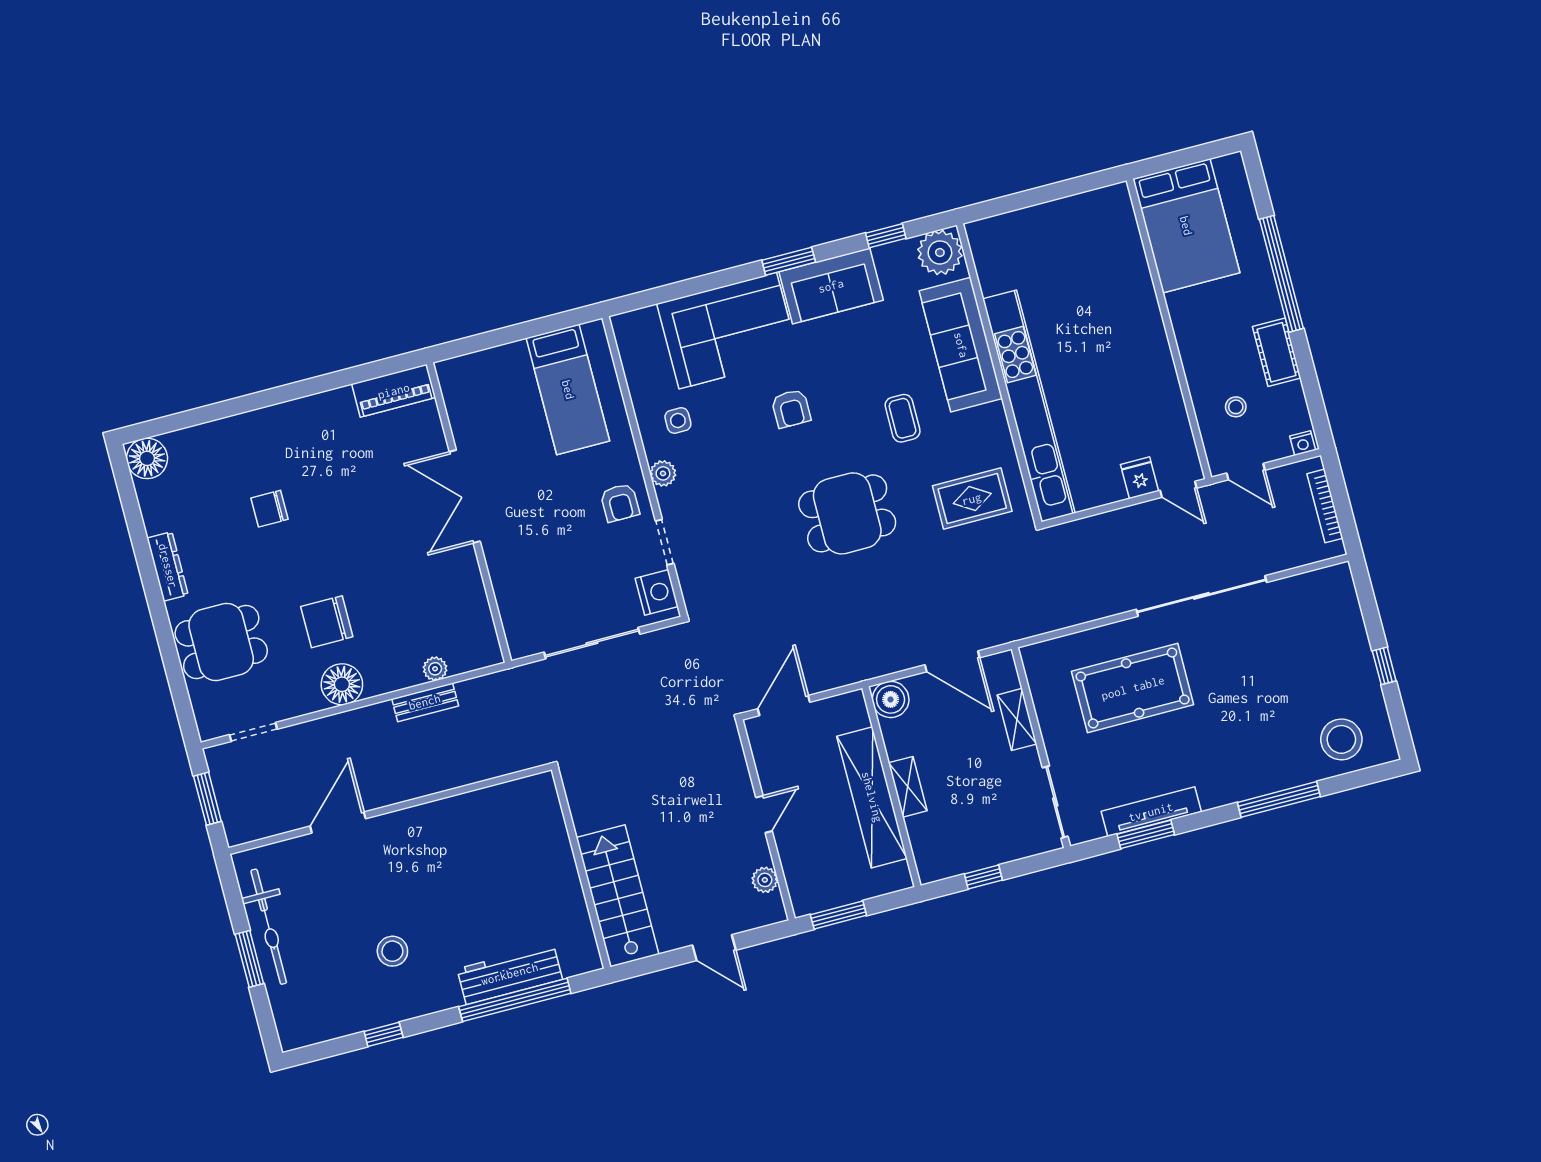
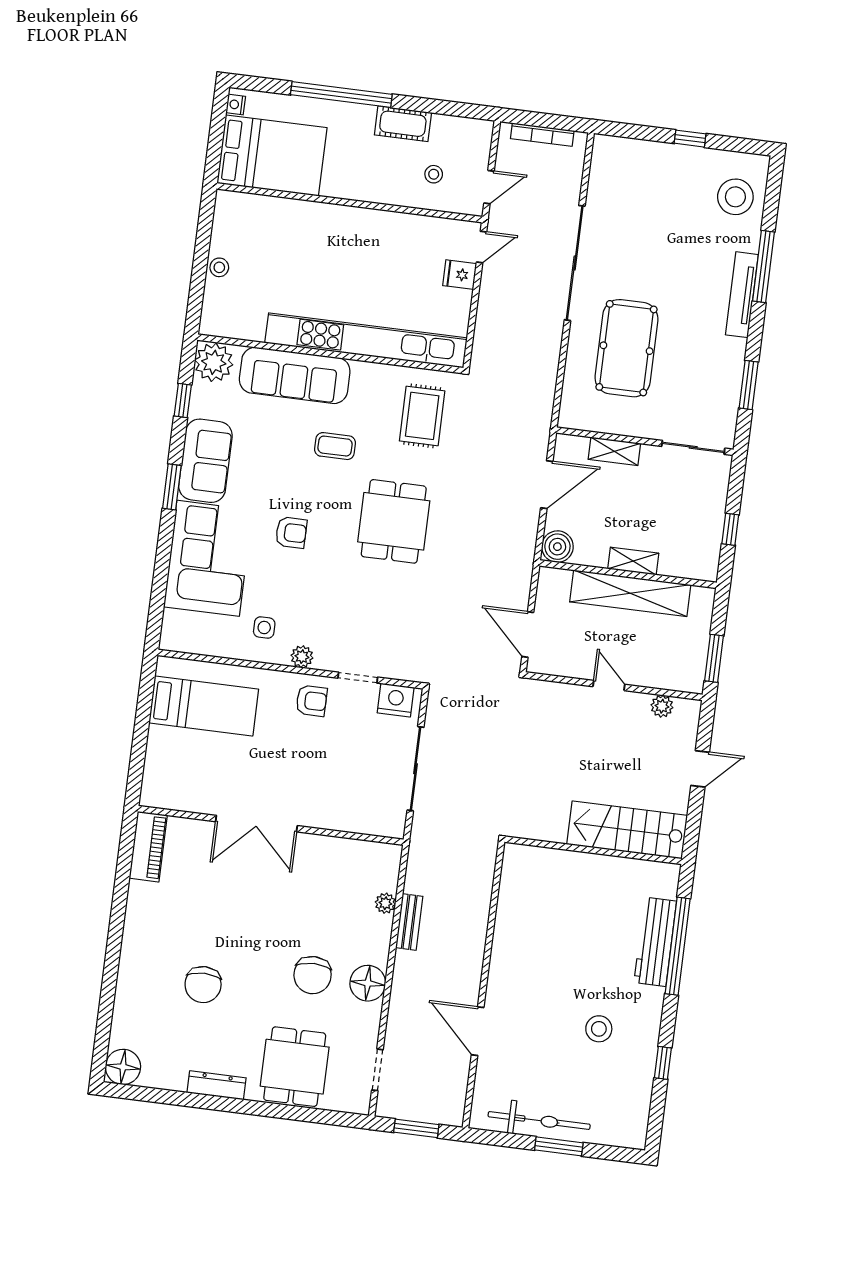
stool: (1044, 218) -> (219, 267), added
nightstand: (1303, 443) -> (236, 105), moved, turned 180
chair: (270, 509) -> (203, 985), width x1.37, depth x1.37
tv unit: (1151, 812) -> (742, 295), moved

